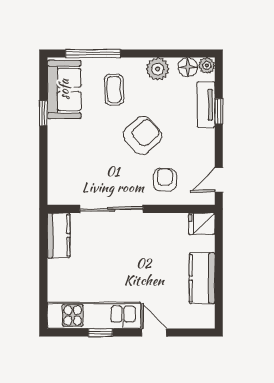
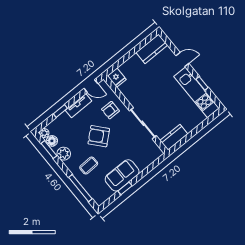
window: (179, 54) -> (49, 150), added
sofa: (64, 89) -> (122, 175), moved
tv unit: (206, 105) -> (79, 106), moved
kitchen counter: (202, 278) -> (152, 49), moved
door: (154, 333) -> (182, 59), swing flipped

